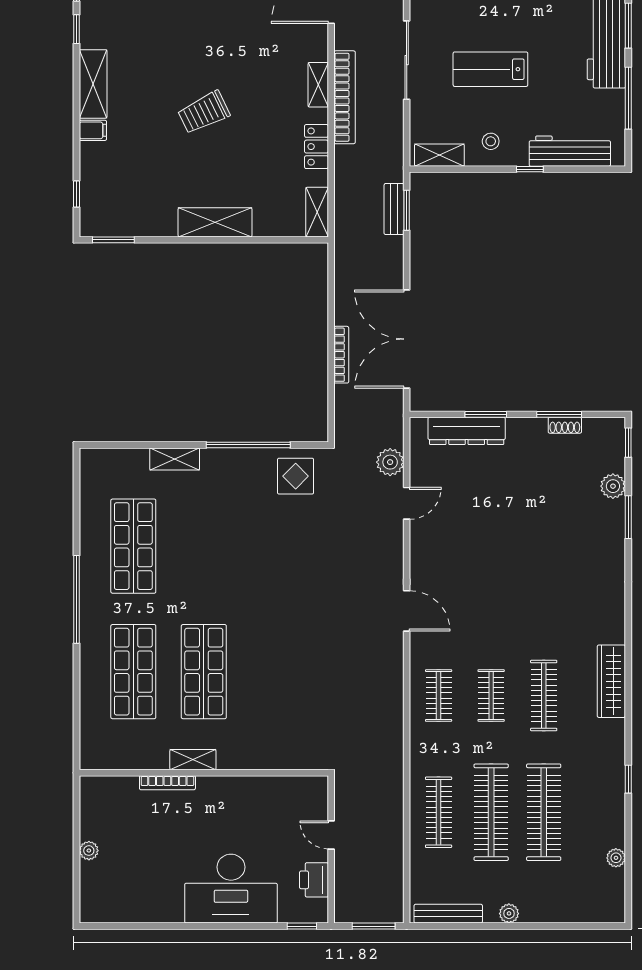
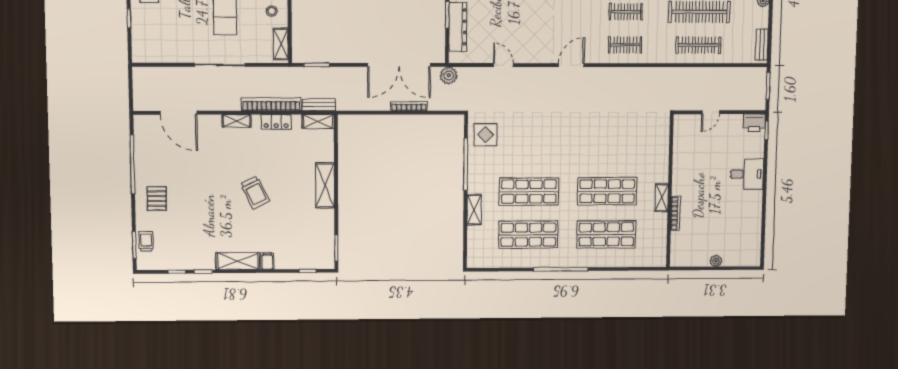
bookcase: (345, 97) -> (271, 104), moved
bench: (394, 209) -> (319, 105), moved
plant: (390, 462) -> (449, 75), moved
shop shelf: (204, 546) -> (529, 192), added
printer: (314, 880) -> (754, 123), moved
desk: (231, 889) -> (747, 174), width x0.53, depth x0.77
bench: (448, 914) -> (762, 45), width x0.73

